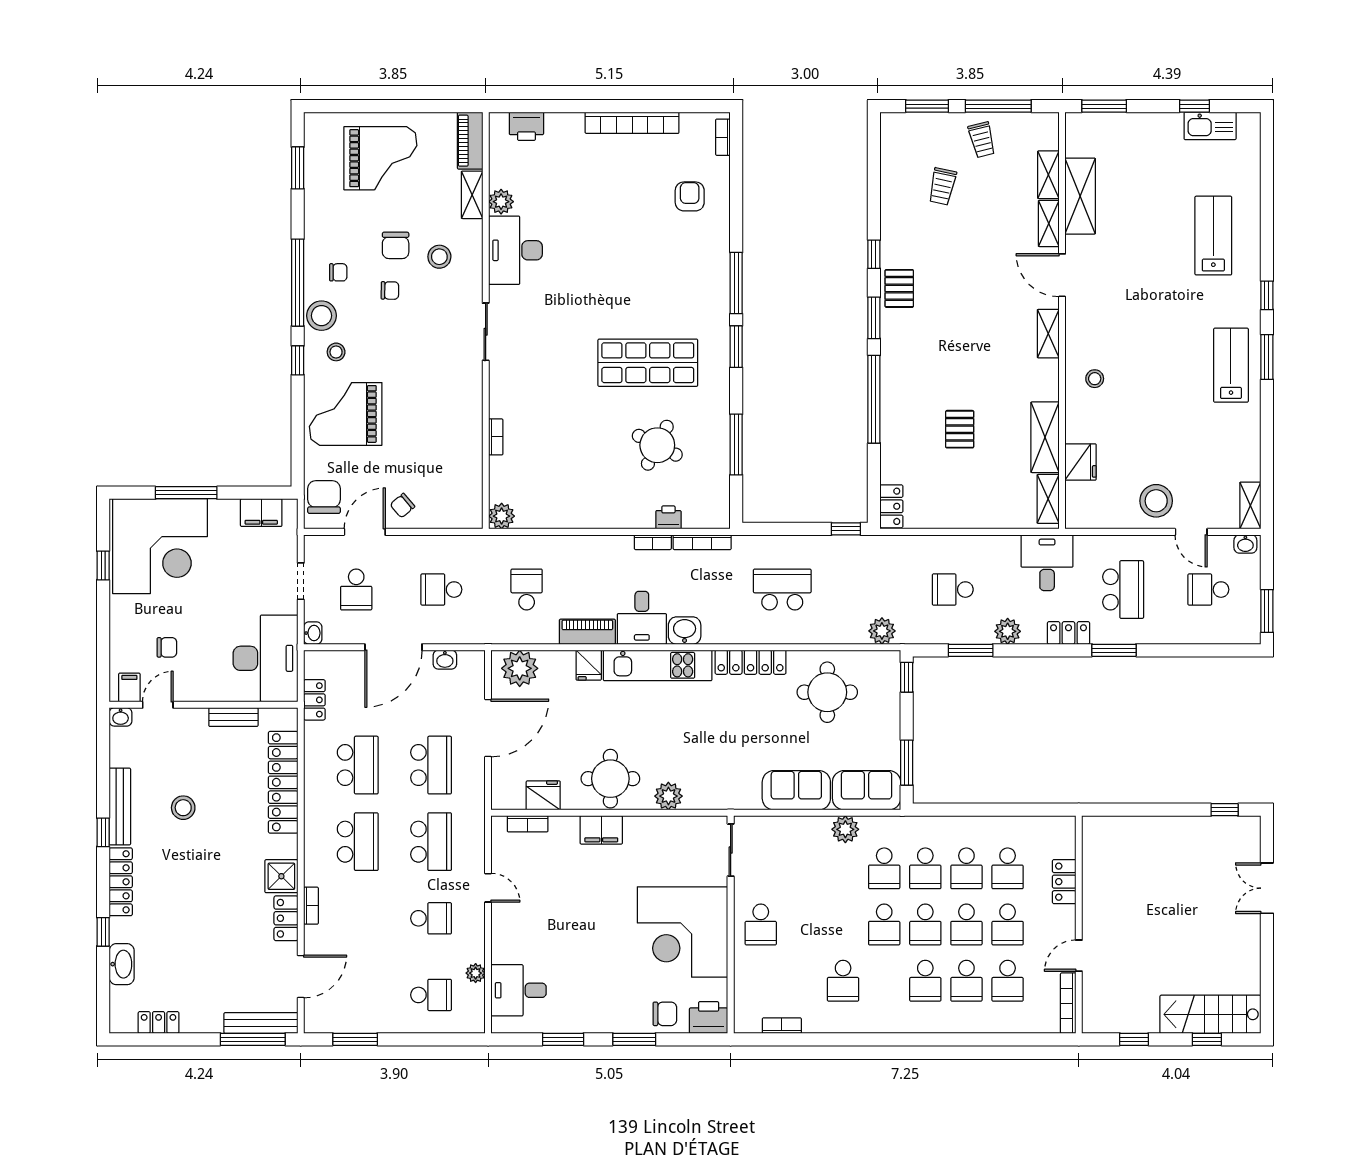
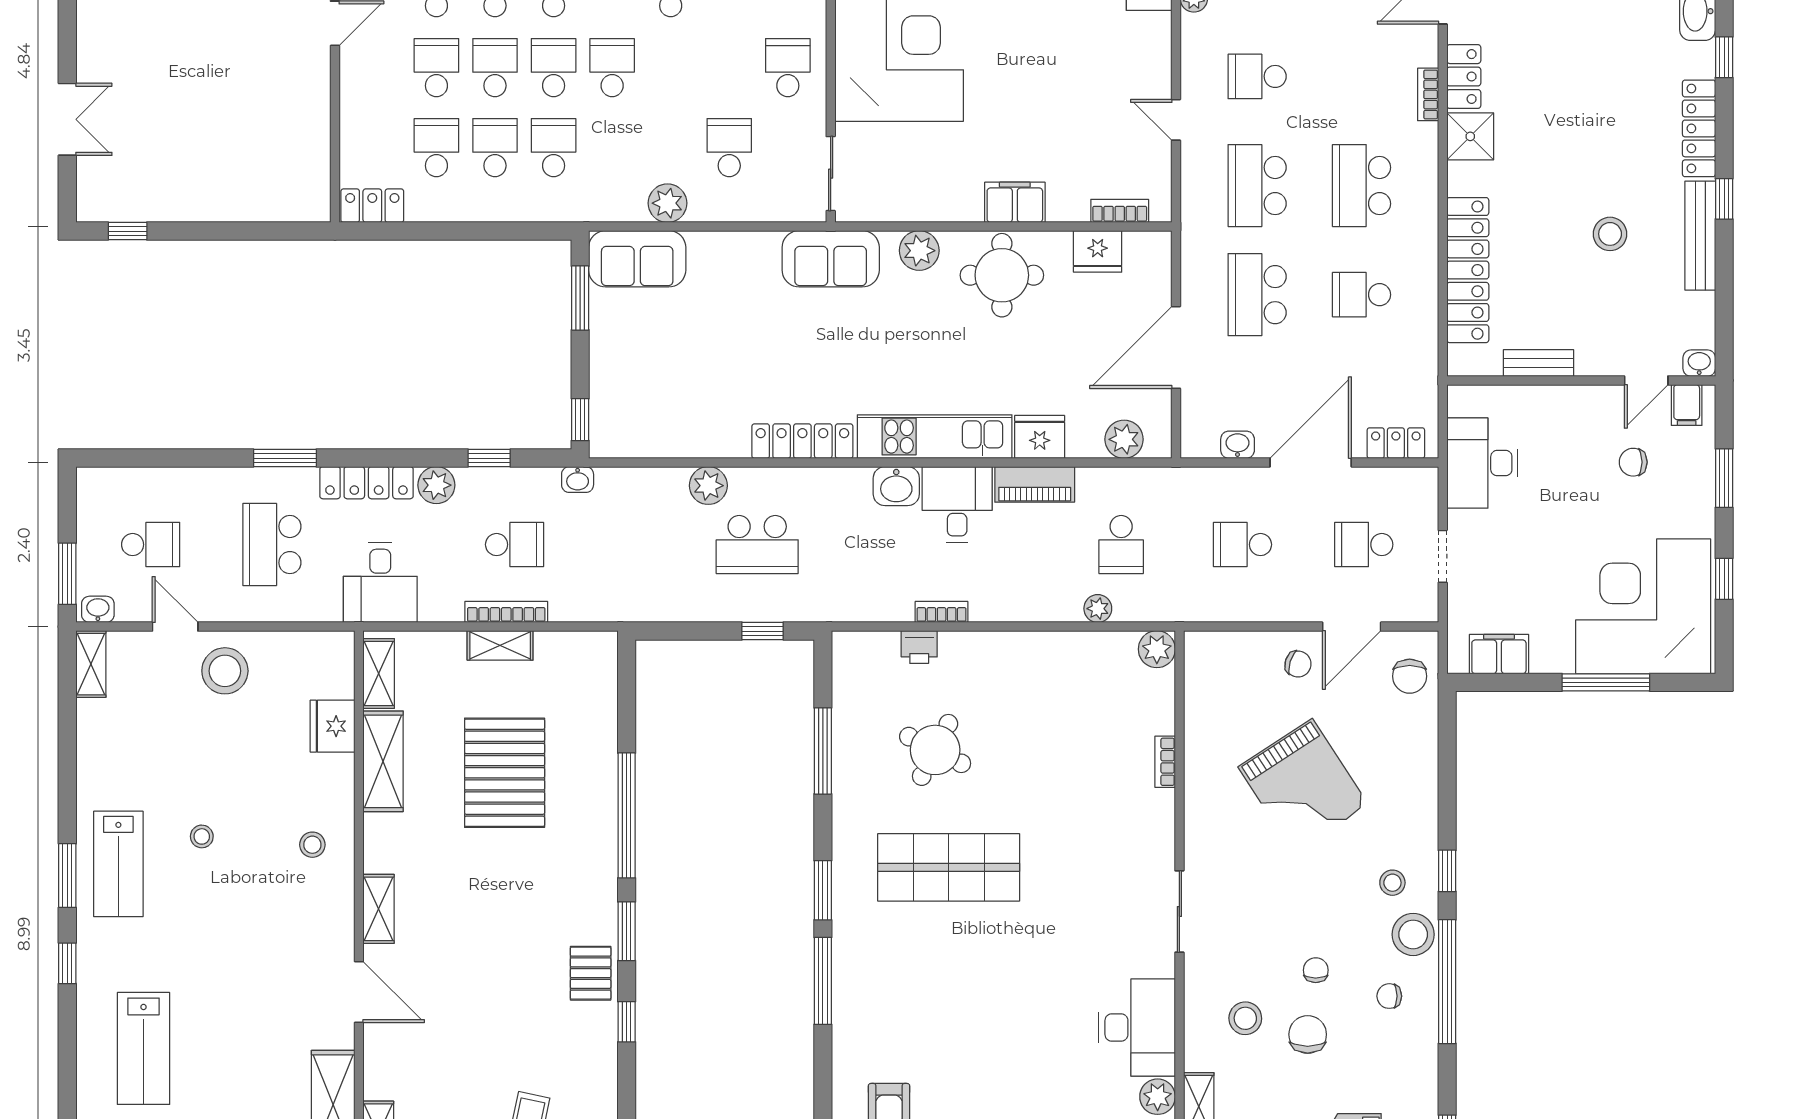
shelving: (1049, 224) -> (500, 645), moved, turned 90
chair: (390, 290) -> (1316, 970), turned 89
stool: (1172, 384) -> (202, 836), added
grand piano: (346, 414) -> (1303, 786), moved, turned 57
pallet: (960, 429) -> (505, 773), width x2.05, depth x2.00
chair: (324, 497) -> (1410, 676), width x0.73, depth x0.73
chair: (402, 506) -> (1298, 664), turned 57
locker: (891, 506) -> (602, 663), removed
window: (846, 529) -> (763, 631), moved
bookcase: (702, 542) -> (506, 612), moved
plant: (543, 545) -> (1098, 609), added
school desk: (356, 590) -> (1364, 545), turned -90
school desk: (441, 590) -> (1242, 545), turned 180
window: (1267, 611) -> (67, 574), moved
plant: (882, 631) -> (708, 486), moved
washbasin: (313, 633) -> (578, 480), moved, turned -90
locker: (1069, 633) -> (366, 483), width x1.53
window: (103, 636) -> (1724, 478), added
window: (971, 650) -> (489, 458), width x0.67
desk: (266, 658) -> (1482, 463), width x0.73, depth x0.77
fridge: (589, 665) -> (1040, 437), width x1.38
plant: (520, 668) -> (1124, 439), width x0.73, depth x0.73
round table: (827, 692) -> (693, 398), removed
locker: (314, 700) -> (1396, 443), moved, turned 90
school desk: (358, 765) -> (1362, 295), width x0.54
sofa: (796, 790) -> (831, 259), moved
school desk: (884, 868) -> (729, 148), moved
locker: (1064, 882) -> (372, 206), moved, turned -90

